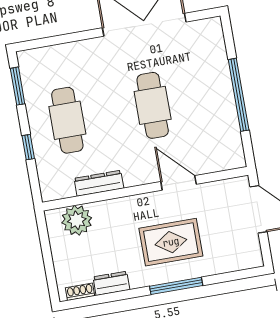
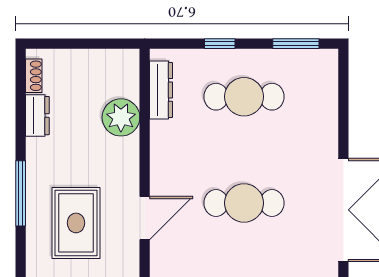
dresser: (99, 183) -> (161, 90), moved
plant: (77, 220) -> (121, 117), moved
rug: (171, 242) -> (76, 223), moved

